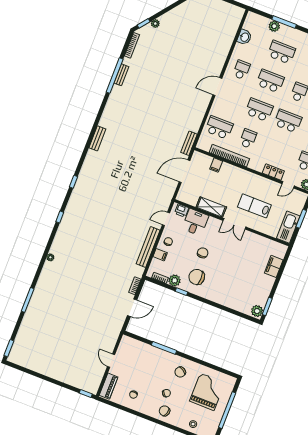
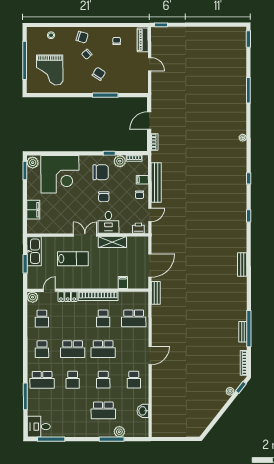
school desk: (270, 81) -> (103, 380), width x0.54
bookcase: (229, 156) -> (98, 296), moved
desk: (195, 222) -> (108, 222), moved
corner desk: (236, 290) -> (60, 174), added
chair: (180, 372) -> (99, 74), moved

